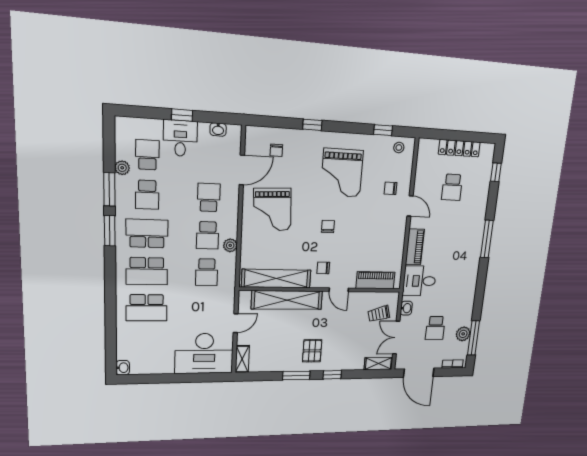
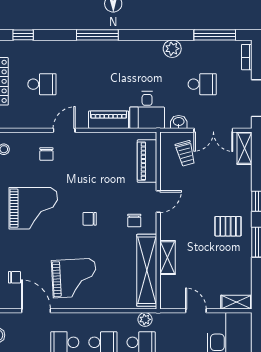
plant: (230, 245) -> (145, 319), moved
shelving: (287, 300) -> (168, 258), width x0.45, depth x0.75
plant: (463, 334) -> (172, 49), moved

